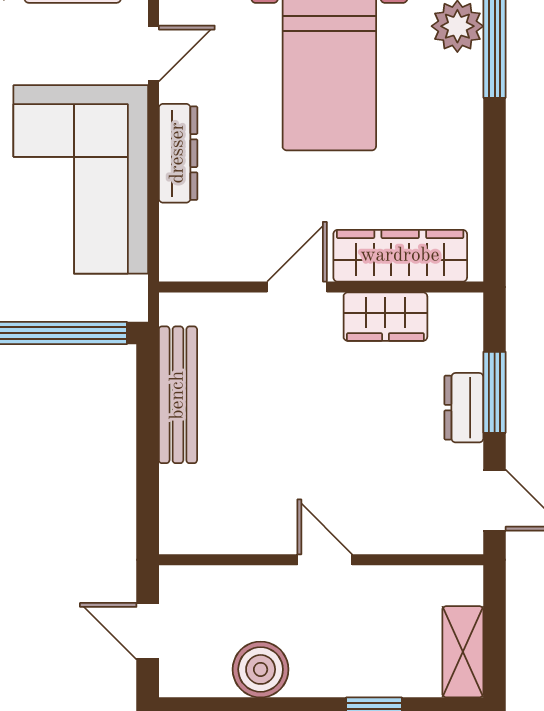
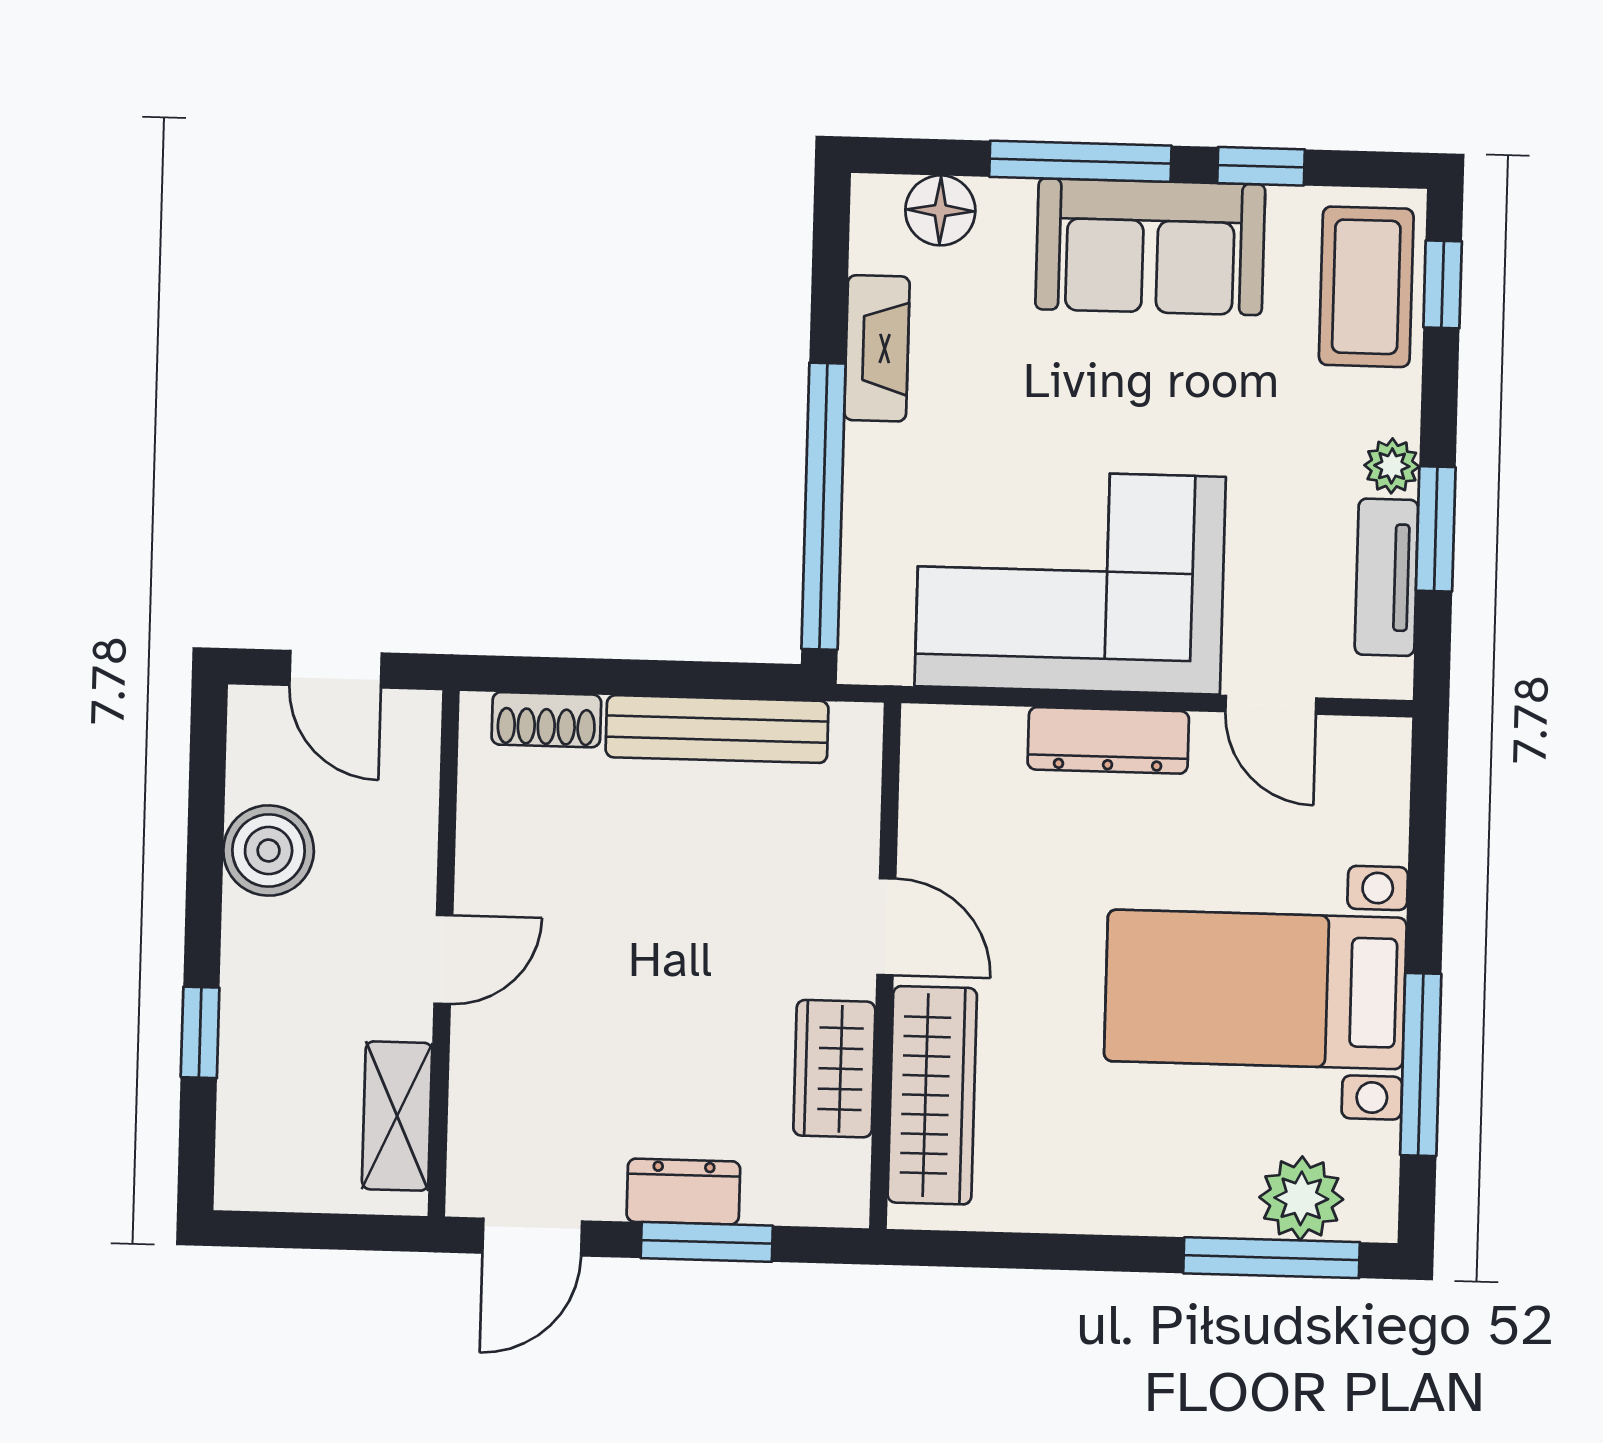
shoe rack: (175, 500) -> (546, 720), added
door: (148, 631) -> (336, 669), swing flipped
shelving: (463, 652) -> (397, 1116), moved, turned 90

